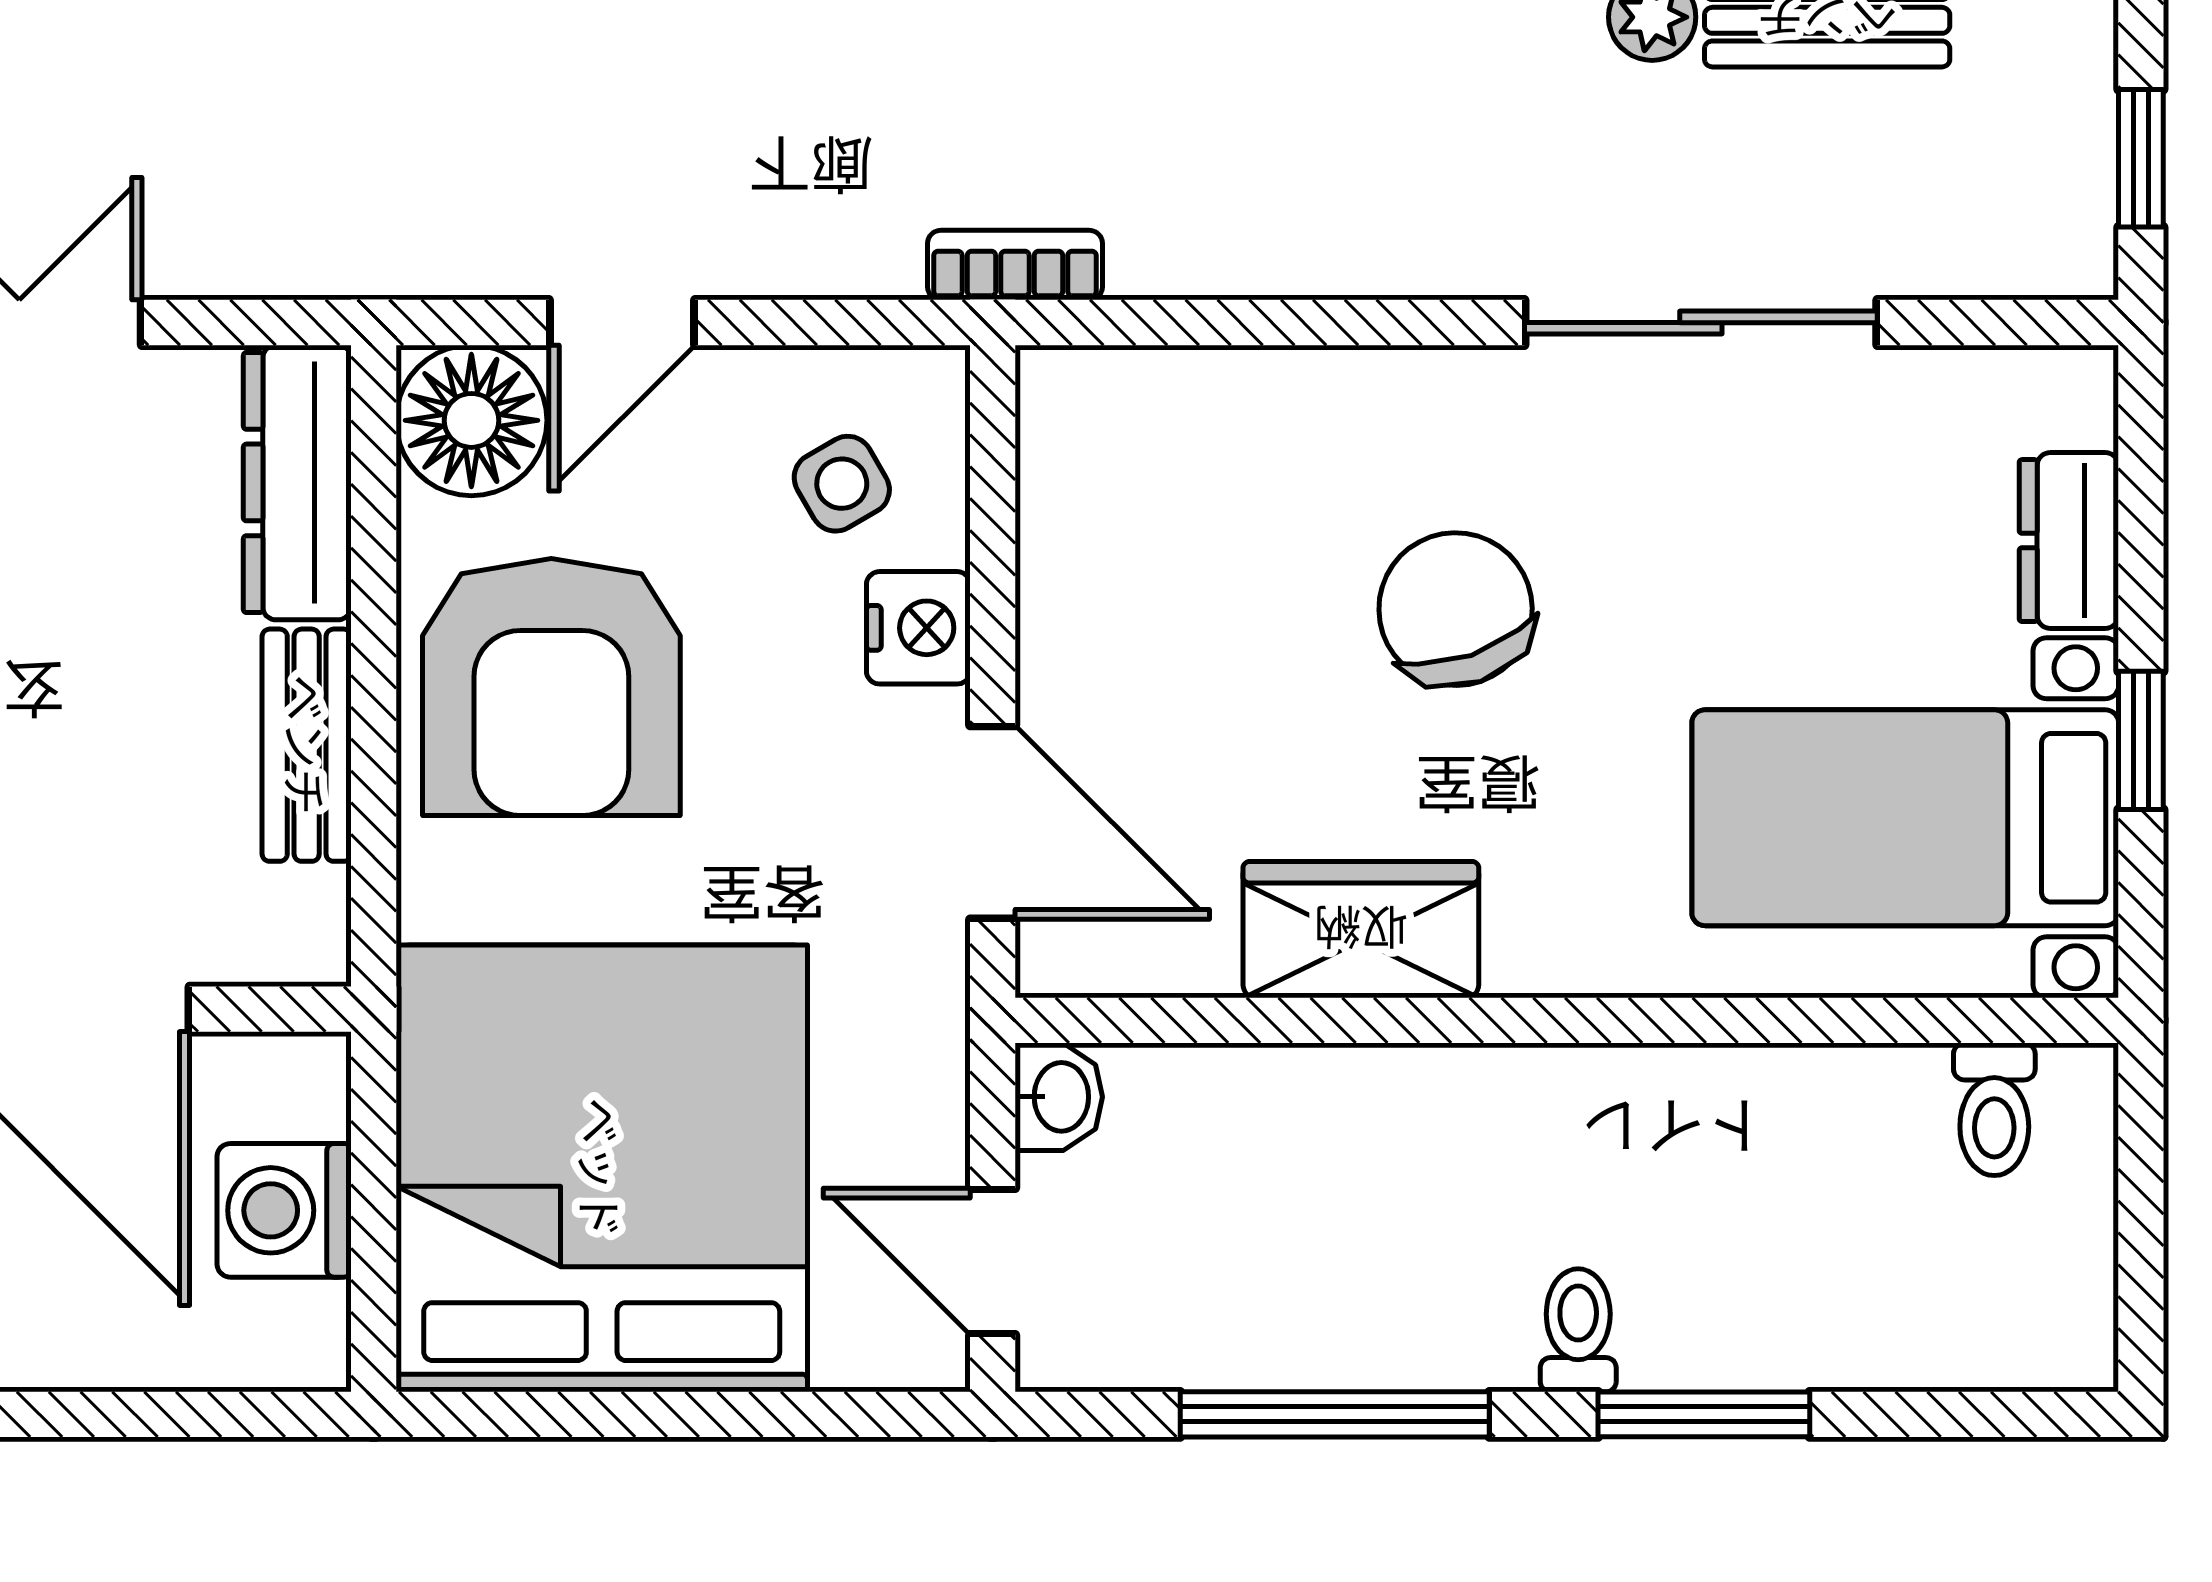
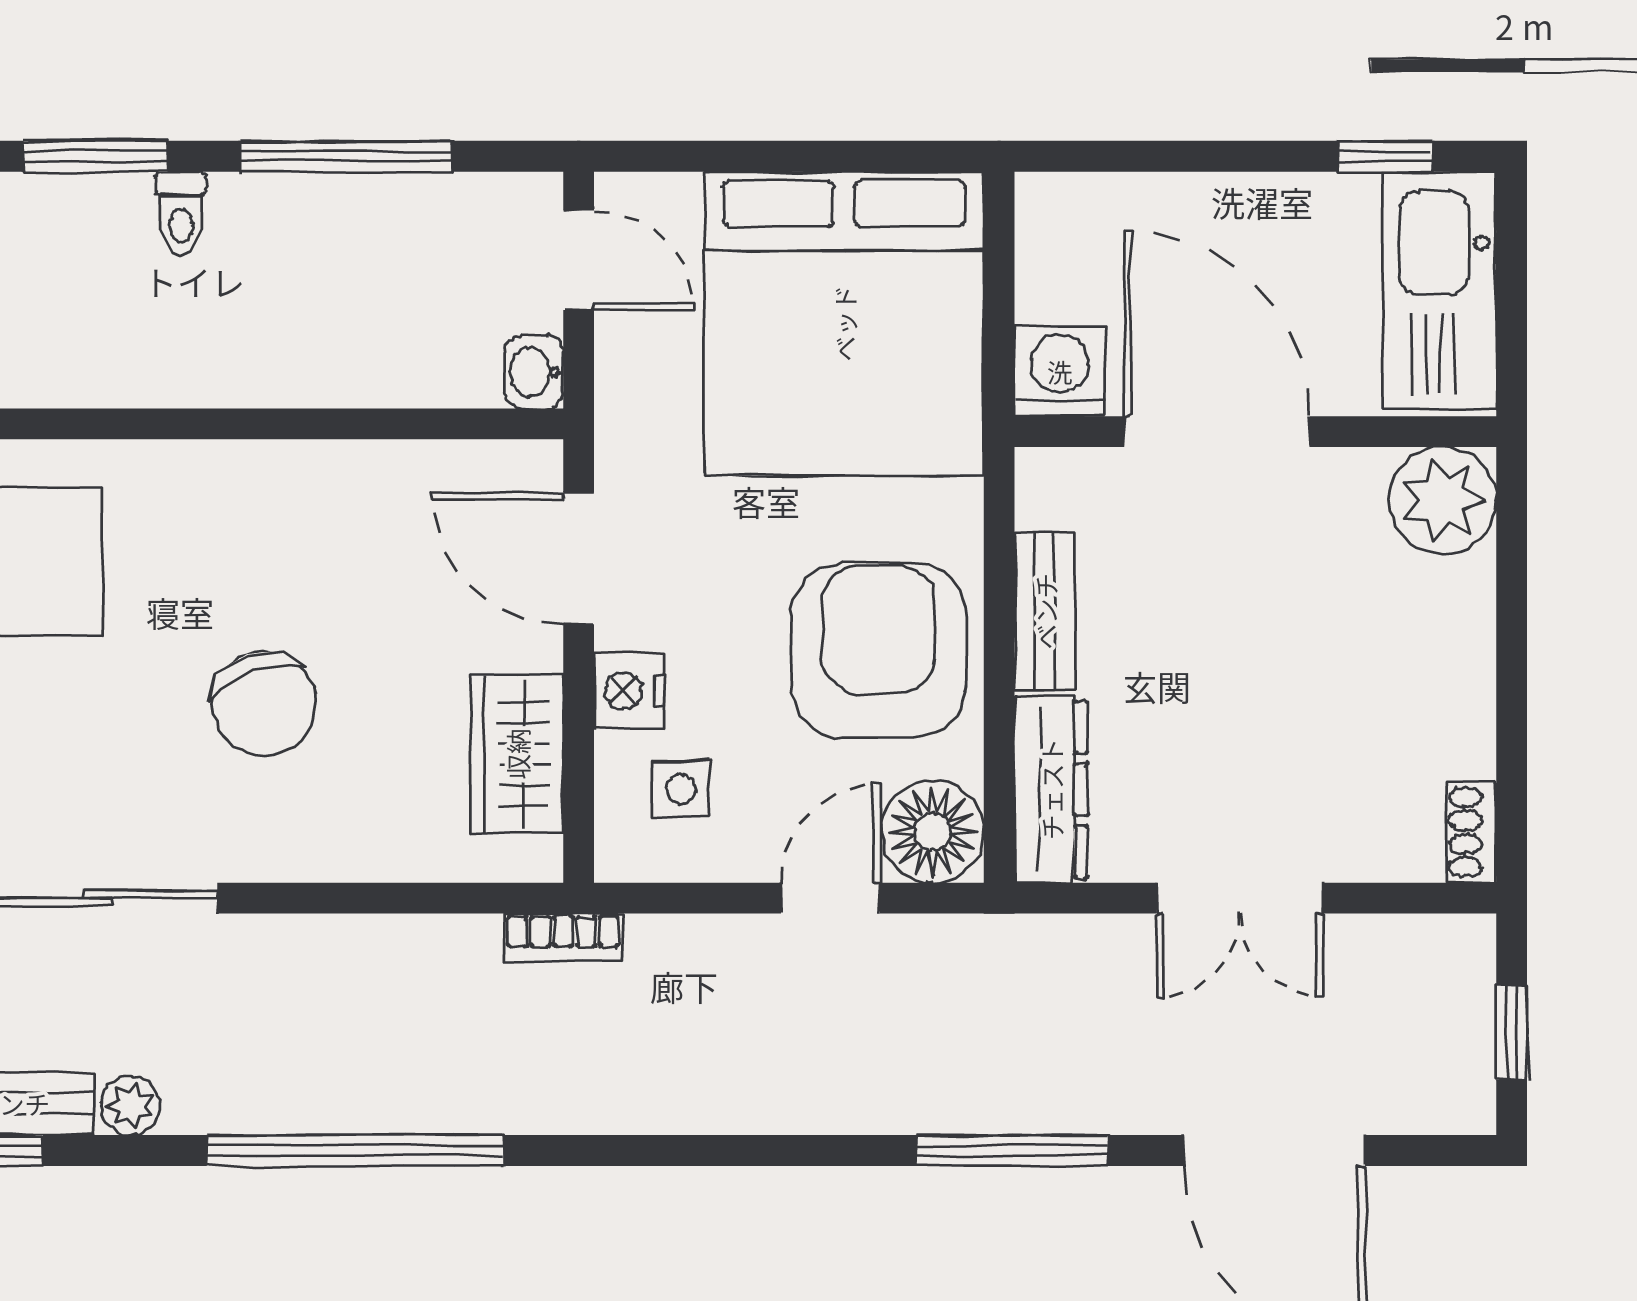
side table: (842, 484) -> (681, 789), turned 30
wardrobe: (1361, 930) -> (517, 754), moved, turned 90
washing machine: (284, 1210) -> (1060, 371), moved, turned -90

